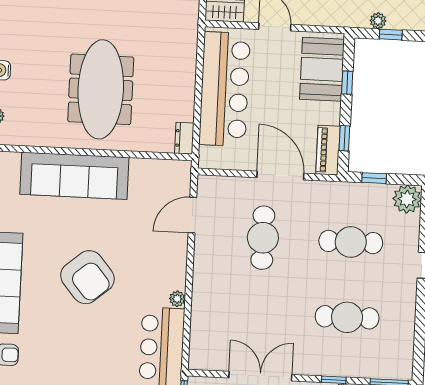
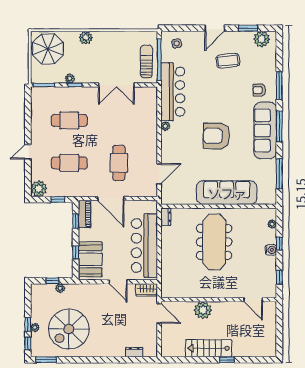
armchair: (87, 277) -> (216, 136), turned -50

